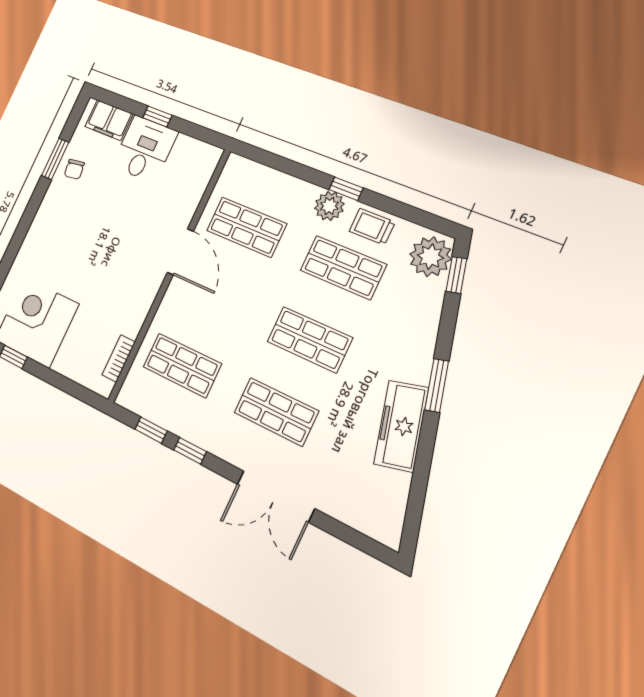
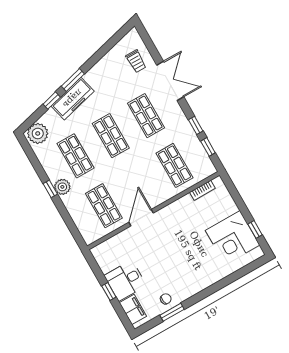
trolley: (372, 227) -> (136, 61), moved
window: (456, 275) -> (52, 101), moved
freezer: (401, 426) -> (73, 99), moved

